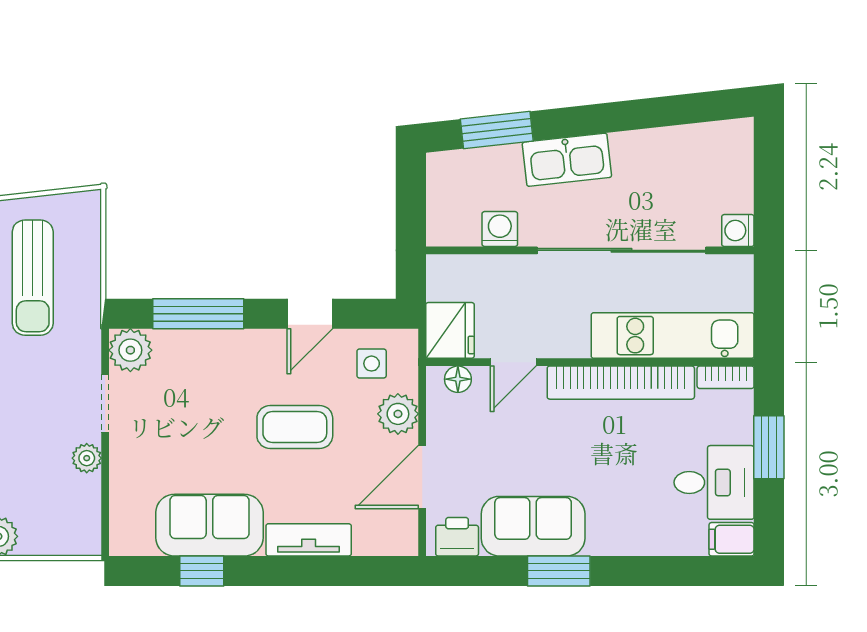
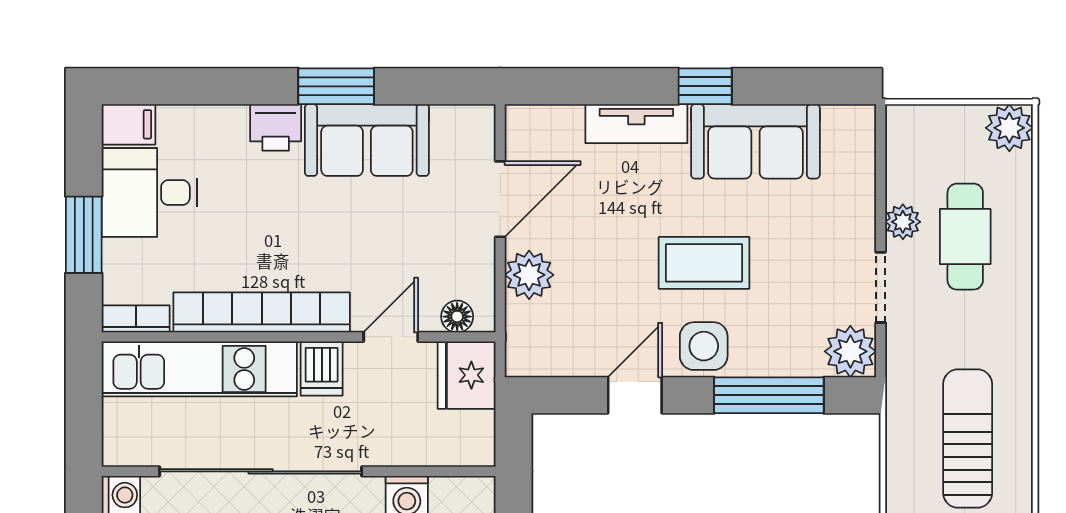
dishwasher: (571, 336) -> (322, 369), added
side table: (372, 364) -> (704, 346), moved, width x1.37, depth x1.37
coffee table: (295, 427) -> (704, 263), moved
cafe table: (35, 446) -> (965, 237), added
printer: (457, 537) -> (276, 127), moved
window: (202, 571) -> (705, 86), moved

